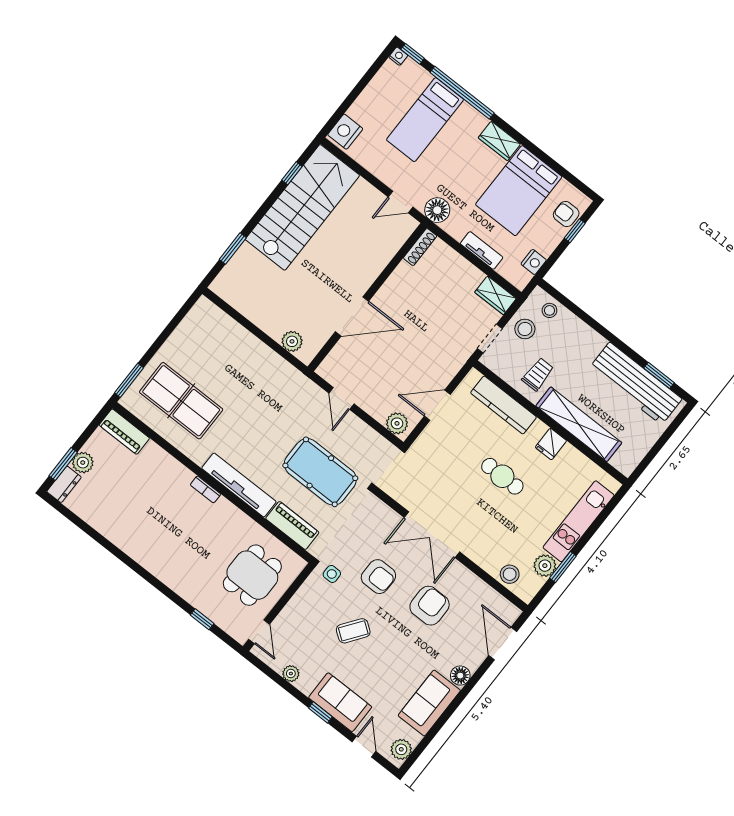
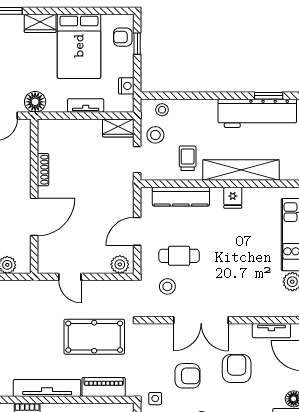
shoe rack: (420, 247) -> (43, 170), moved
cafe table: (502, 476) -> (179, 256), moved
stool: (510, 574) -> (167, 286), moved
tv unit: (490, 596) -> (271, 331), added

